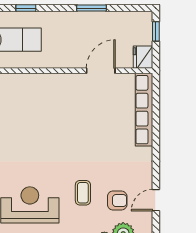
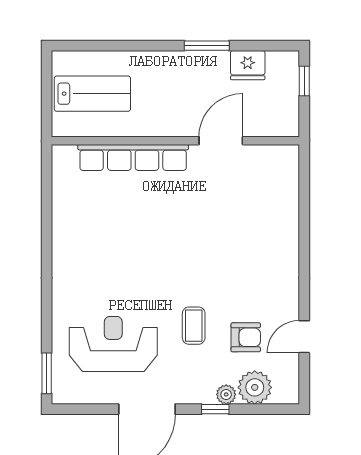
window: (26, 8) -> (107, 46), removed
fridge: (143, 57) -> (248, 65), moved, turned -90
row of seats: (144, 110) -> (133, 157), moved, turned -90

